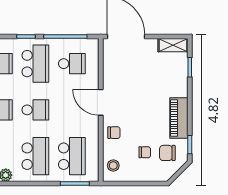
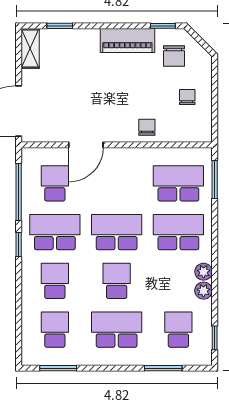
door: (101, 102) -> (86, 145), moved
school desk: (35, 110) -> (117, 232), width x1.85
chair: (145, 152) -> (187, 97), moved
stool: (113, 165) -> (191, 128), removed

